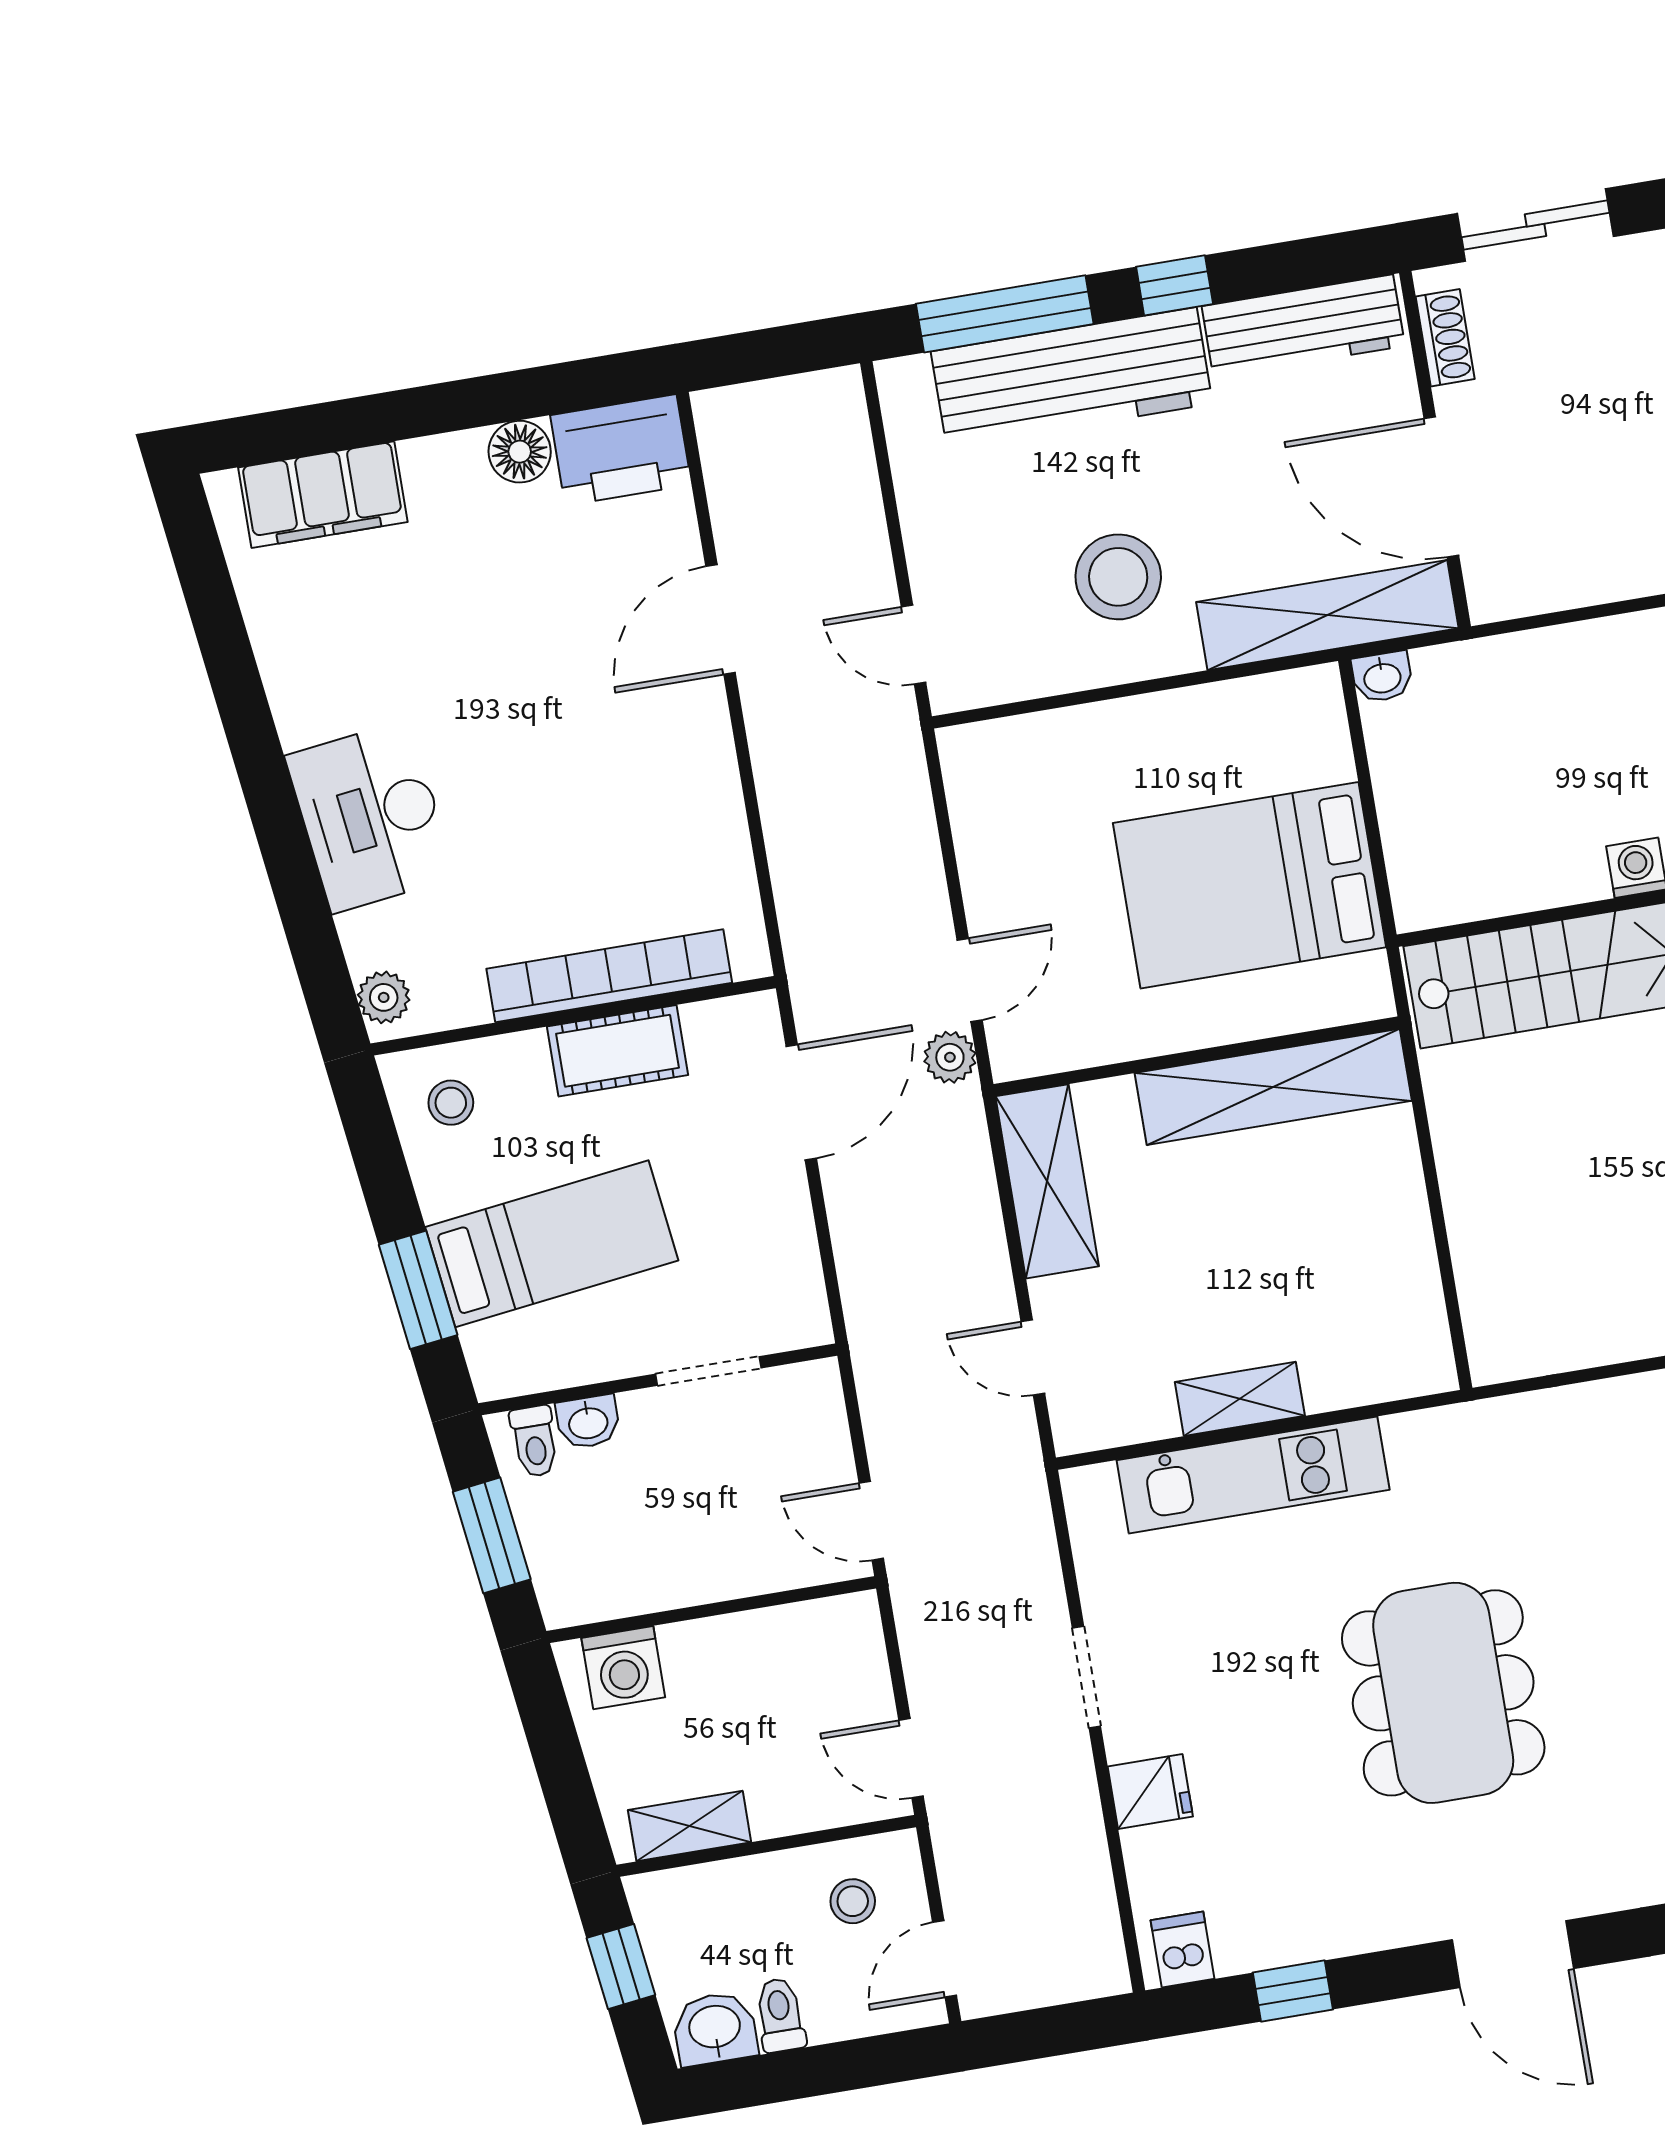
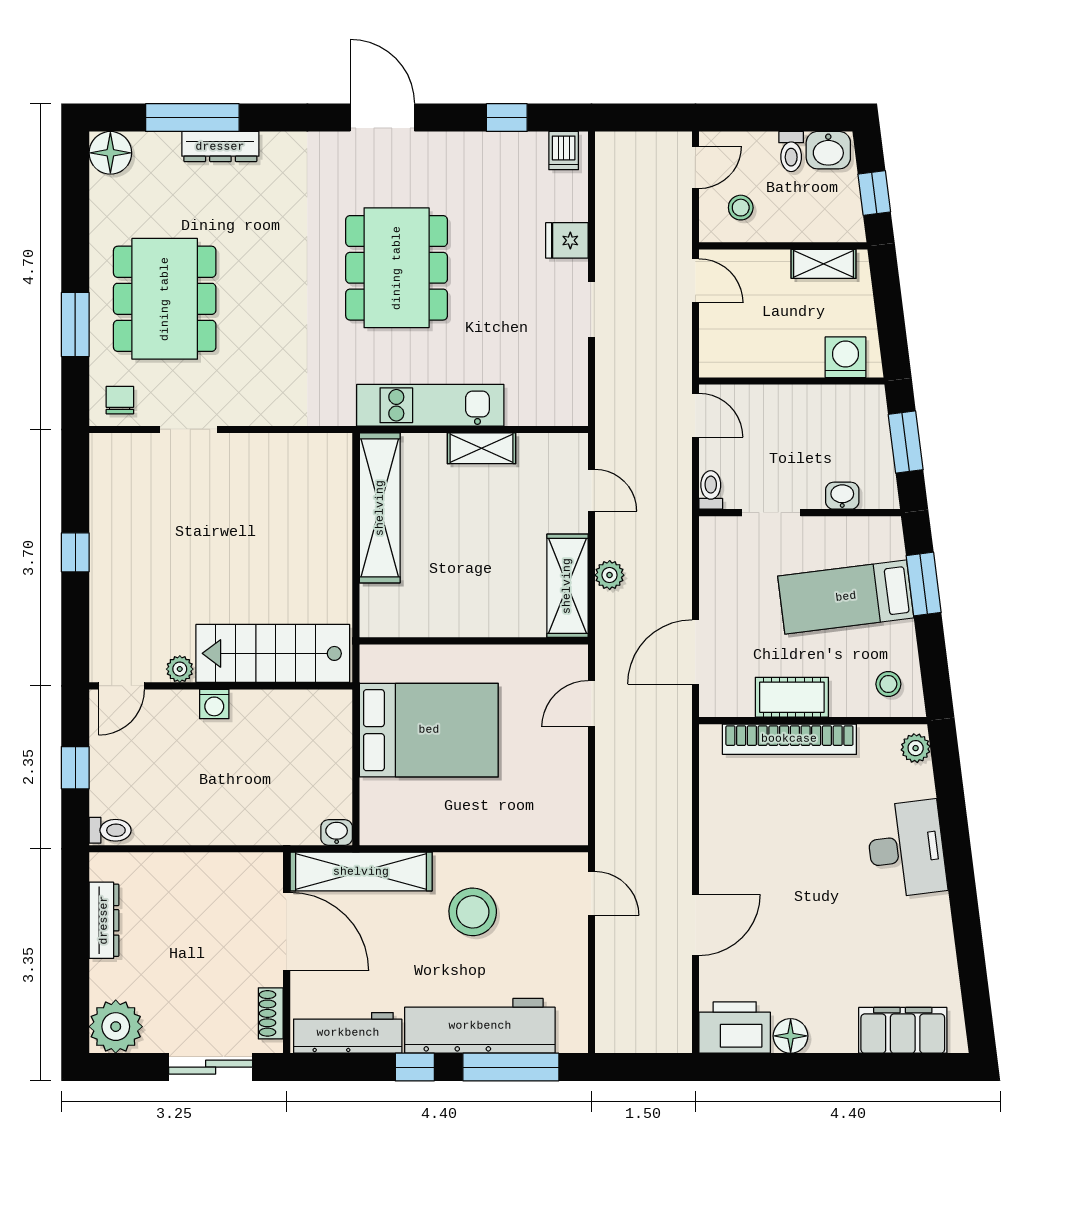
plant: (950, 1057) -> (610, 575), moved
shelving: (1273, 1087) -> (380, 508), moved, turned 90
toilet: (534, 1441) -> (711, 490), moved
kitchen unit: (1253, 1475) -> (430, 405), moved

